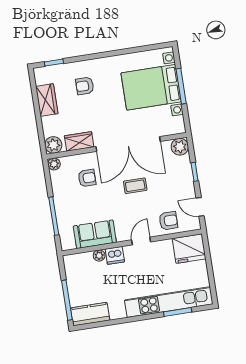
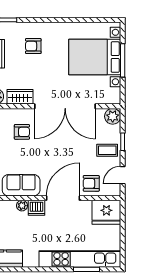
coffee table: (135, 186) -> (107, 150), moved
door: (200, 207) -> (123, 175), hinge flipped
armchair: (168, 221) -> (91, 183), turned 180
door: (141, 241) -> (63, 198), width x1.87

